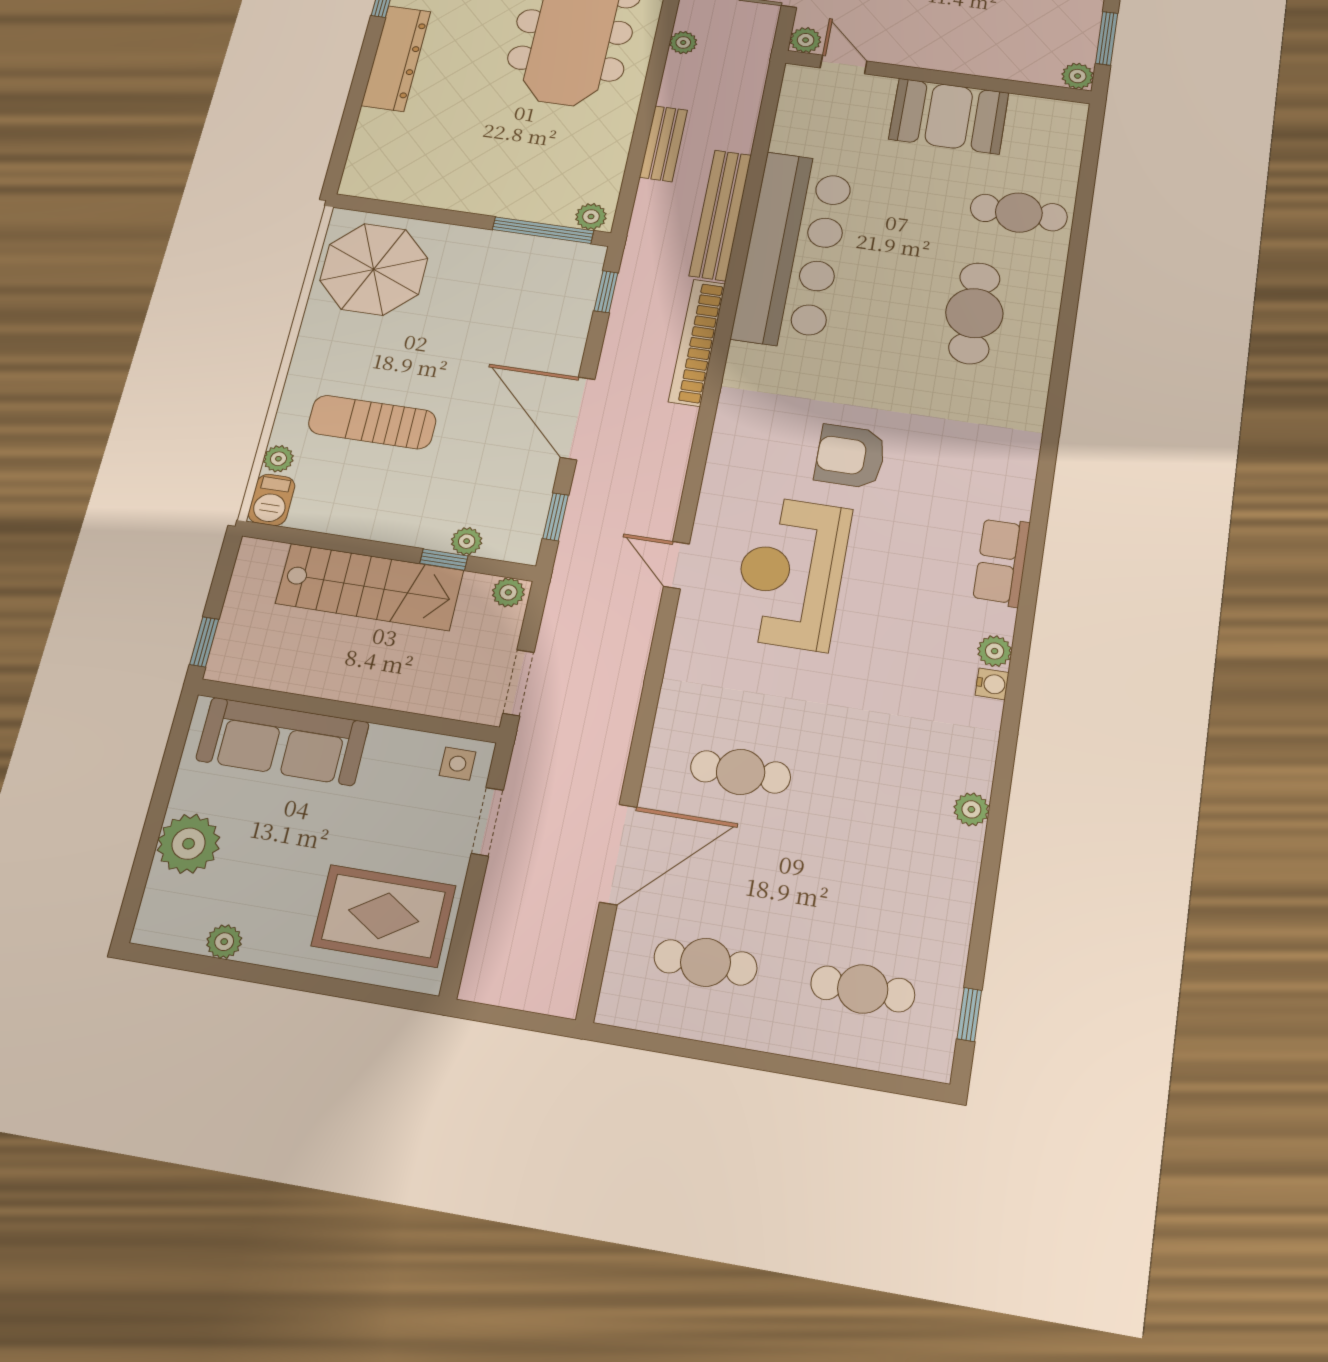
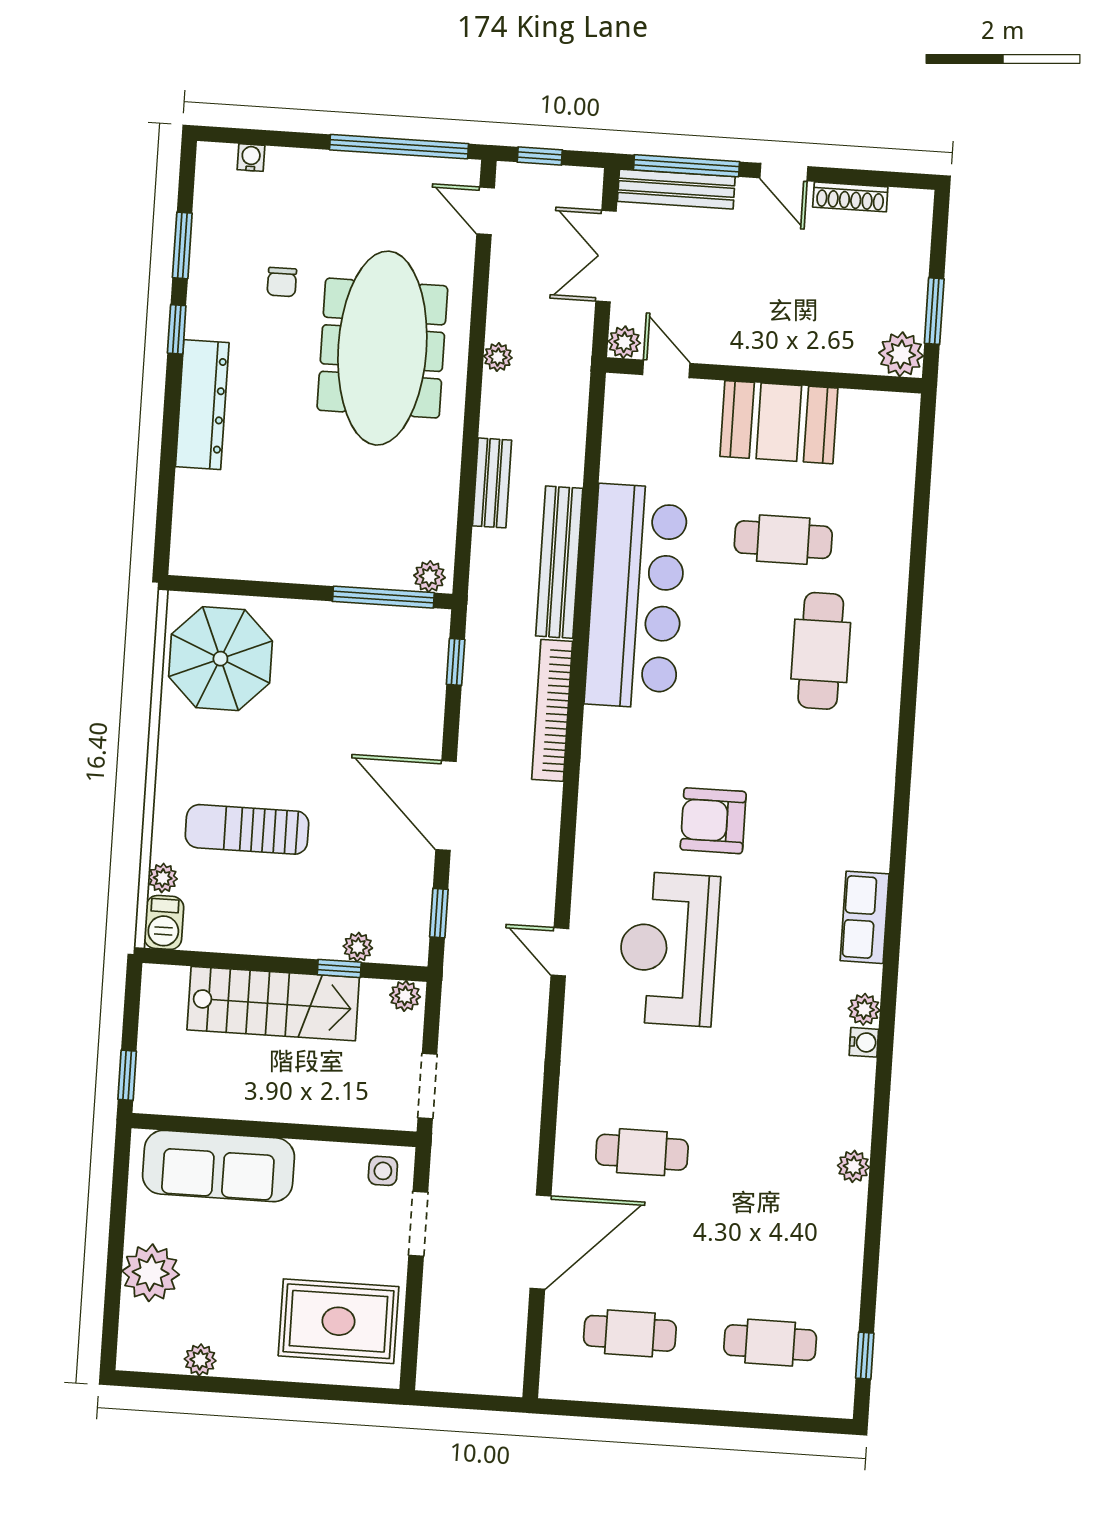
plant: (1078, 76) -> (901, 354), width x1.38, depth x1.38
cafe table: (1019, 213) -> (783, 540), moved

